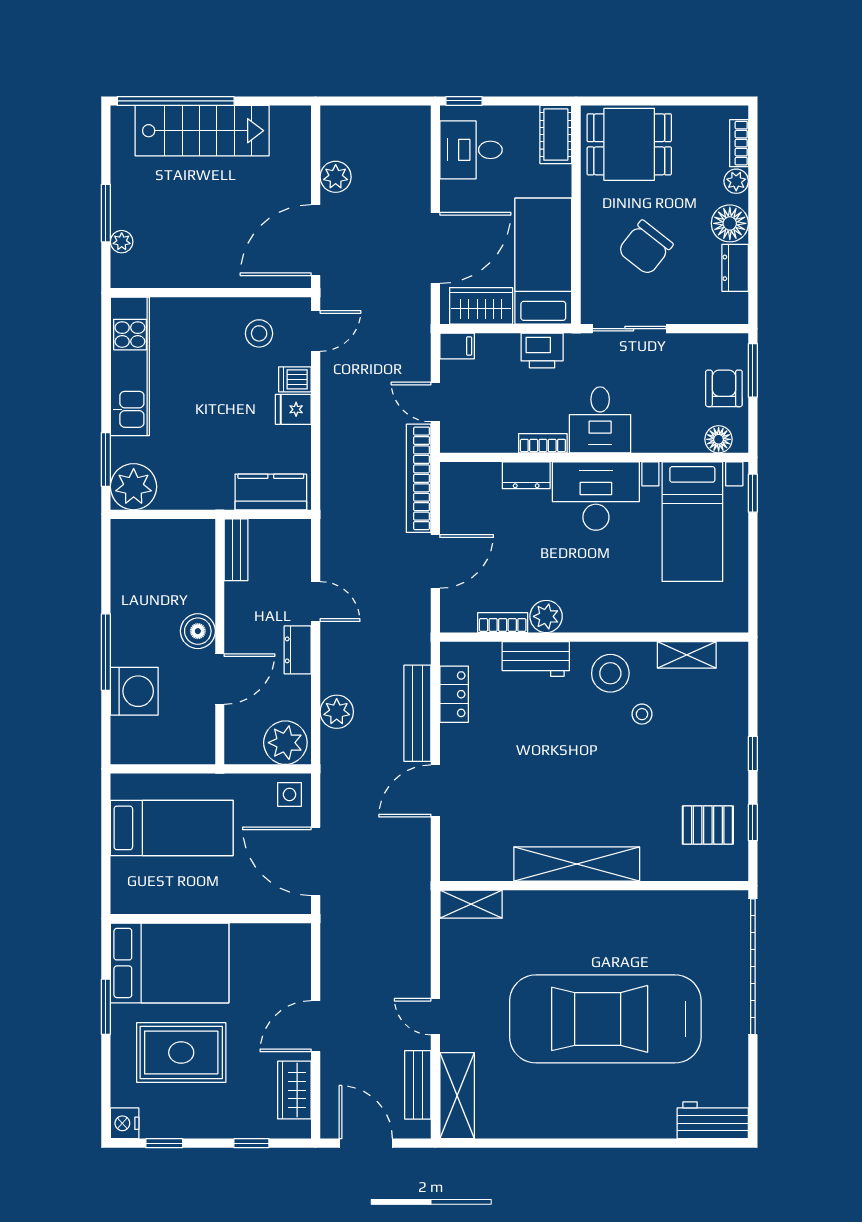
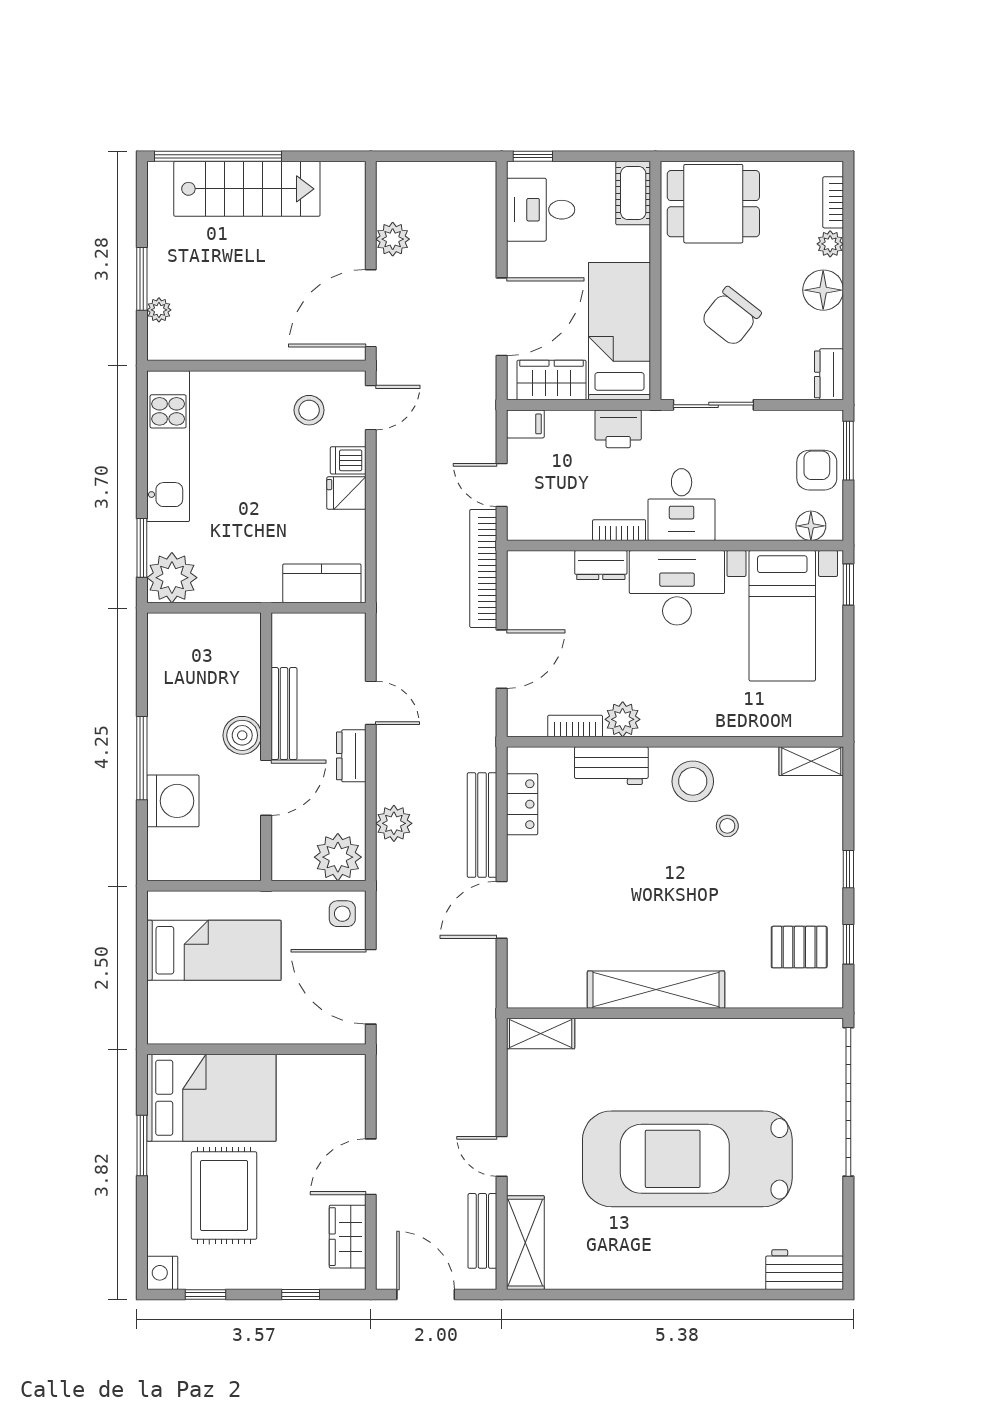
dresser: (735, 268) -> (829, 374), moved
bench: (236, 550) -> (284, 714), moved, width x1.36
shelving: (687, 655) -> (811, 761), moved
rug: (181, 1052) -> (224, 1195), turned 90

